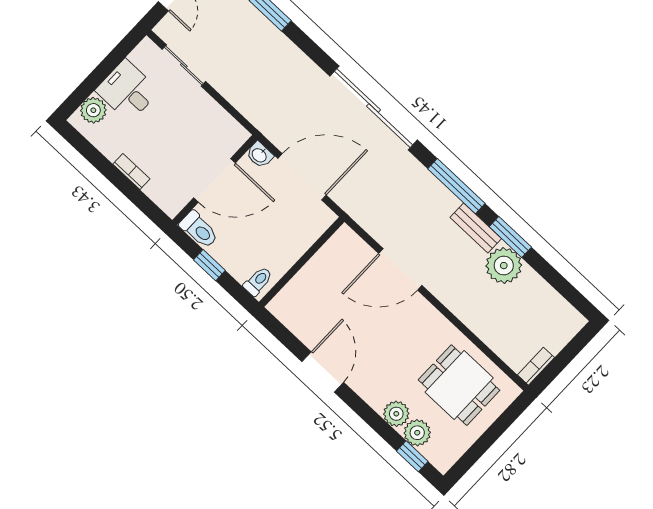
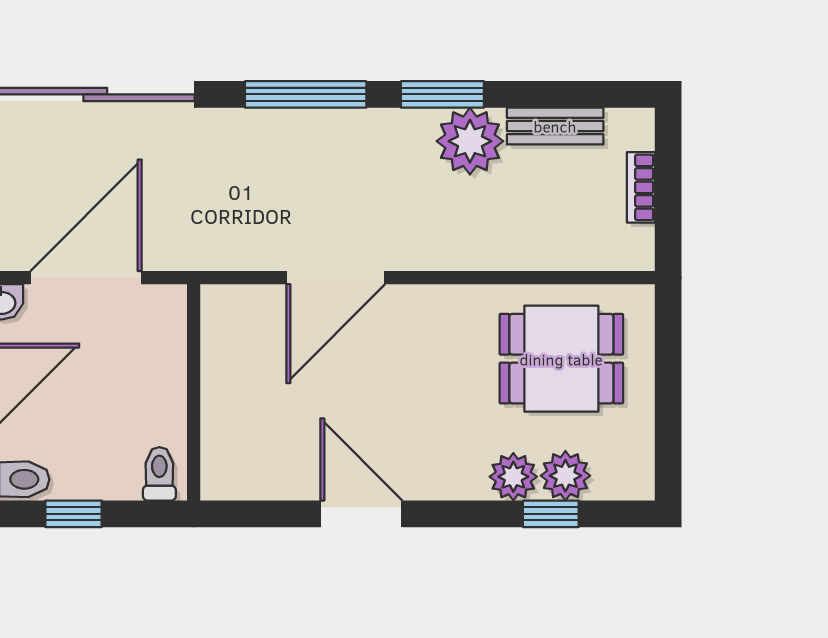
bench: (476, 228) -> (555, 126), moved
bookcase: (536, 366) -> (641, 187), moved
window: (412, 456) -> (551, 514), moved

